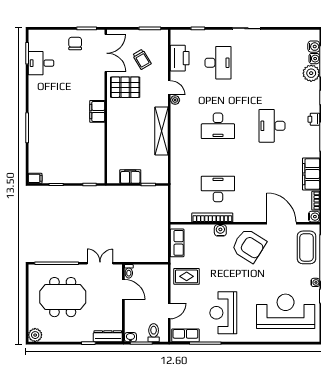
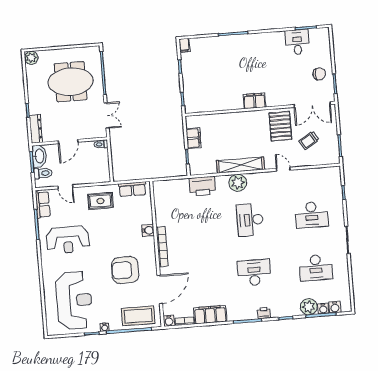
printer: (180, 58) -> (202, 186), moved
door: (169, 88) -> (283, 169), swing flipped
plant: (175, 100) -> (238, 183), moved, width x1.87, depth x1.87
desk: (218, 189) -> (316, 268), moved, turned 90
bookcase: (212, 217) -> (162, 247), moved
armchair: (249, 246) -> (125, 270), moved, turned 58
rug: (187, 276) -> (100, 201), turned 90
door: (123, 290) -> (68, 142), moved
meeting table: (63, 297) -> (71, 82), turned 90
reception desk: (223, 313) -> (68, 240), turned 180
washbasin: (130, 337) -> (39, 156), width x1.91, depth x1.45

